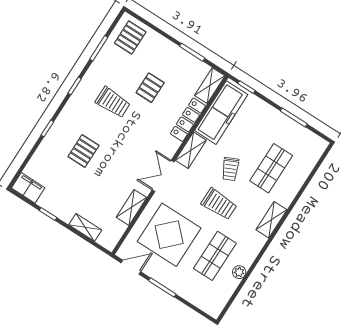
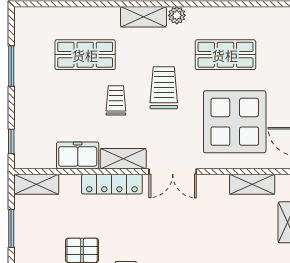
freezer: (221, 113) -> (78, 155), width x0.52, depth x0.79
locker: (188, 120) -> (112, 184), moved
trolley: (230, 169) -> (116, 100), turned -65
shelving: (132, 207) -> (252, 184), moved
plant: (239, 272) -> (177, 15), moved

